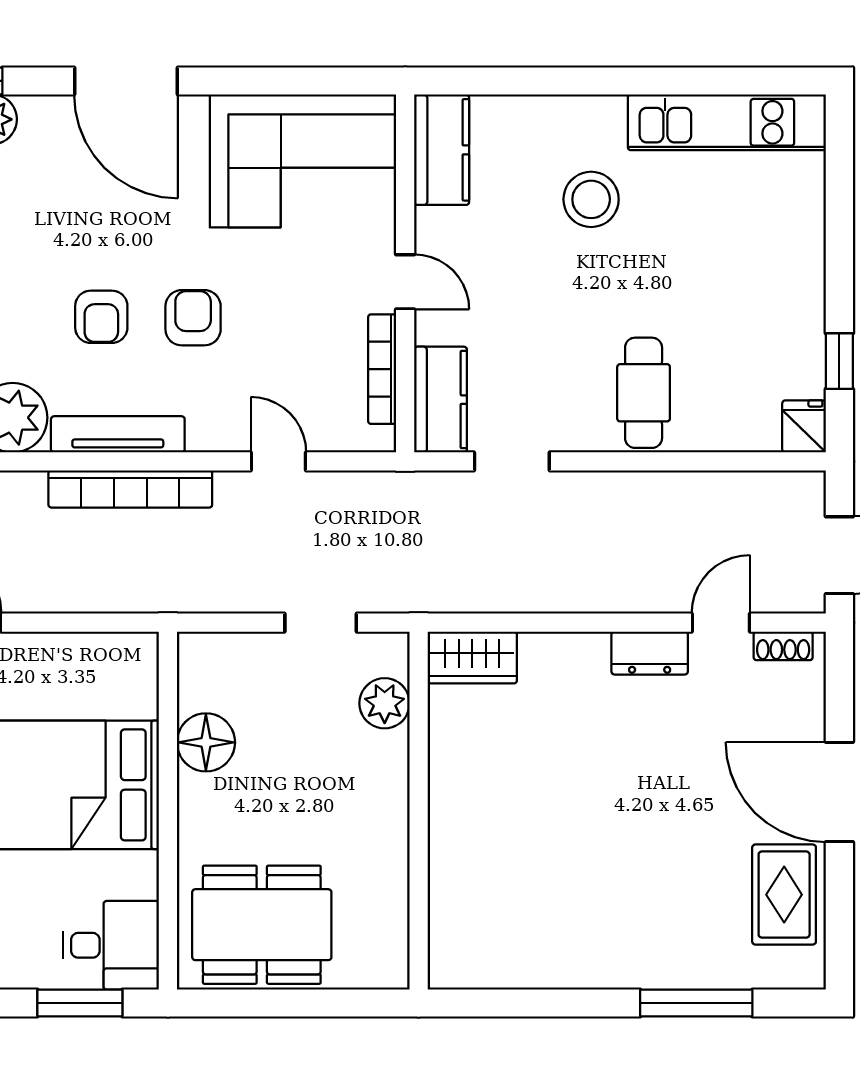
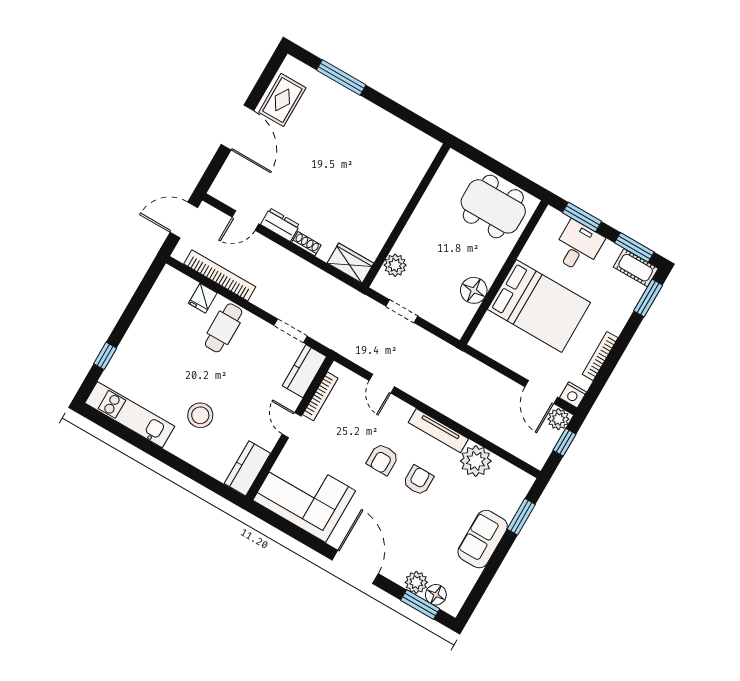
window: (839, 361) -> (105, 356), moved
fridge: (804, 426) -> (203, 298), moved
bookcase: (130, 489) -> (220, 275), moved
shoe rack: (783, 646) -> (306, 244), moved
desk: (111, 945) -> (578, 247), moved, turned 90

